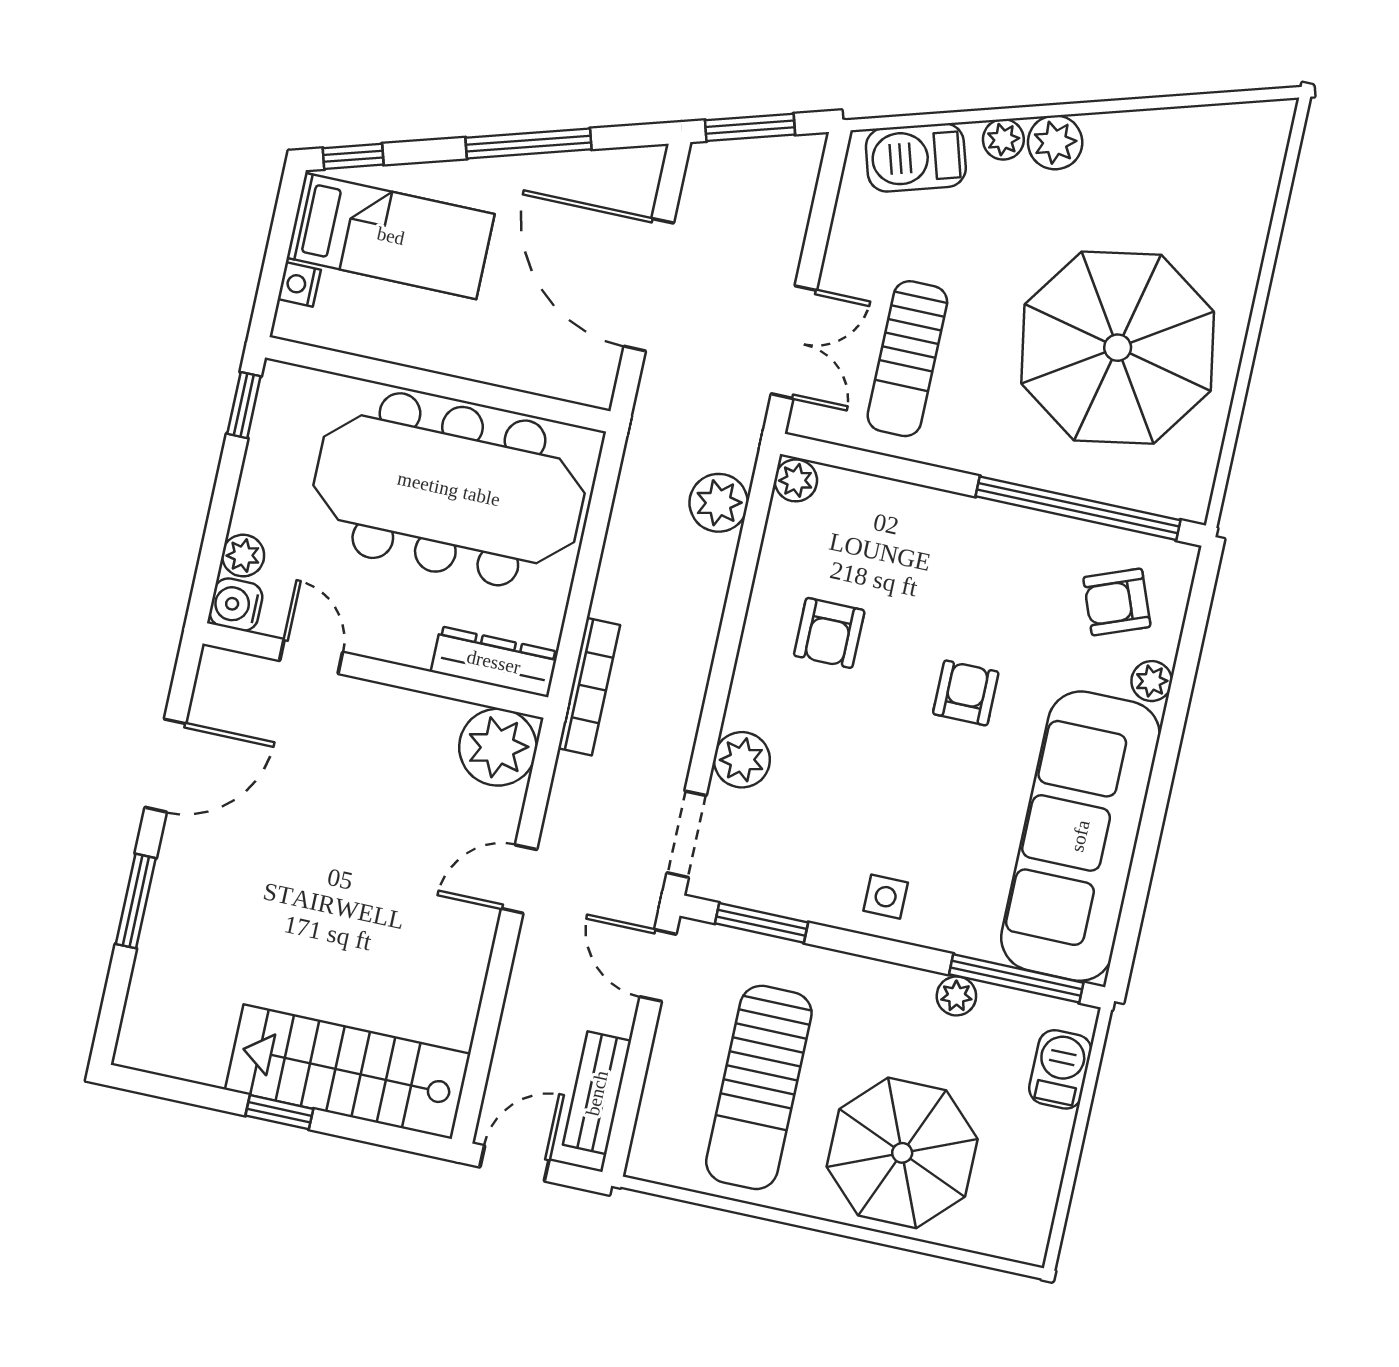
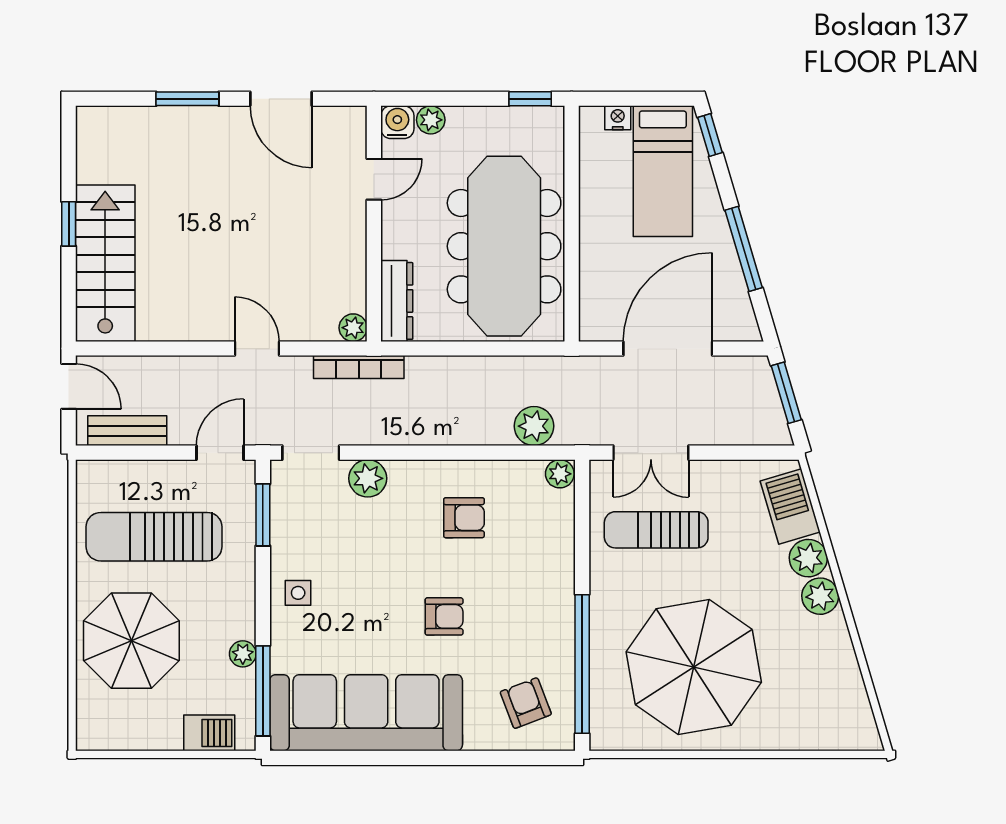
plant: (1003, 139) -> (808, 558), width x1.38, depth x1.38
armchair: (829, 633) -> (464, 518), turned 180
plant: (1152, 681) -> (479, 737), removed
bookcase: (589, 687) -> (359, 367), moved
plant: (498, 747) -> (353, 328), width x0.53, depth x0.53

